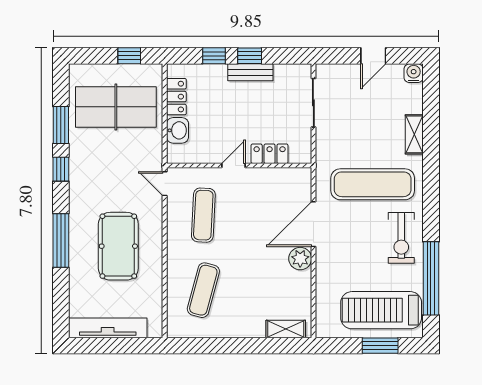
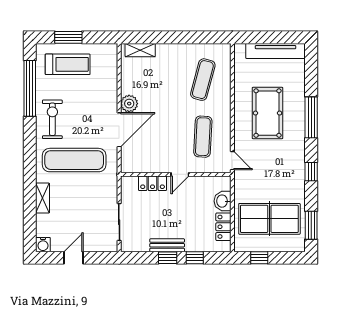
window: (61, 125) -> (311, 225), moved
treadmill: (381, 310) -> (68, 64), width x0.73, depth x0.73

